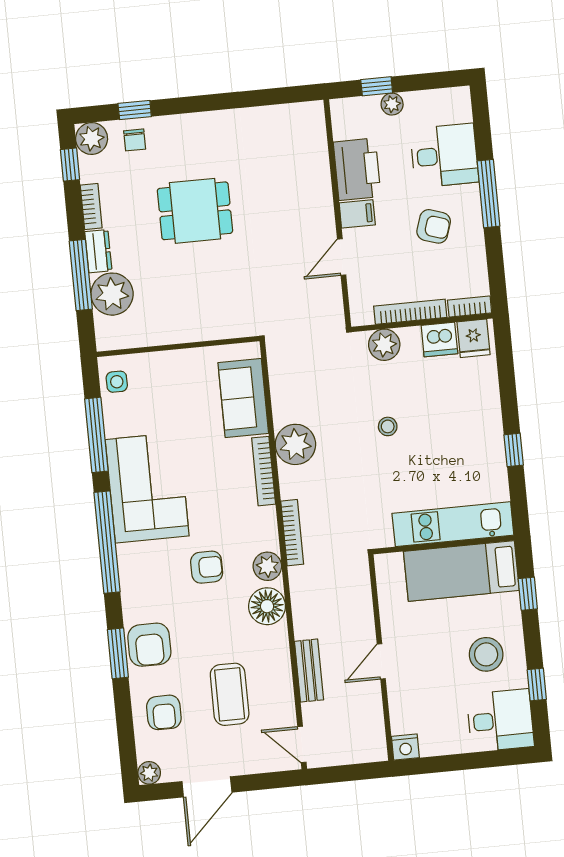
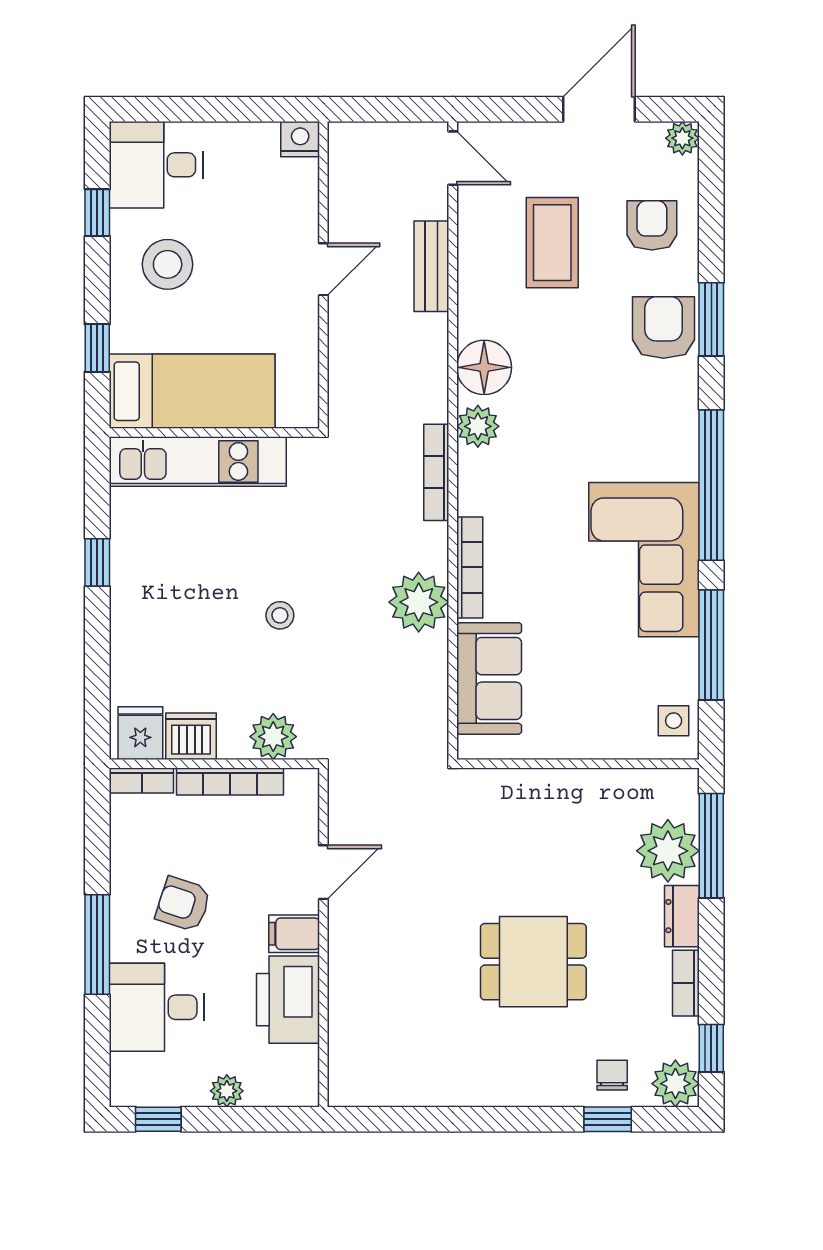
window: (377, 86) -> (158, 1119), moved
window: (81, 275) -> (711, 846), moved
armchair: (207, 567) -> (568, 434), removed

